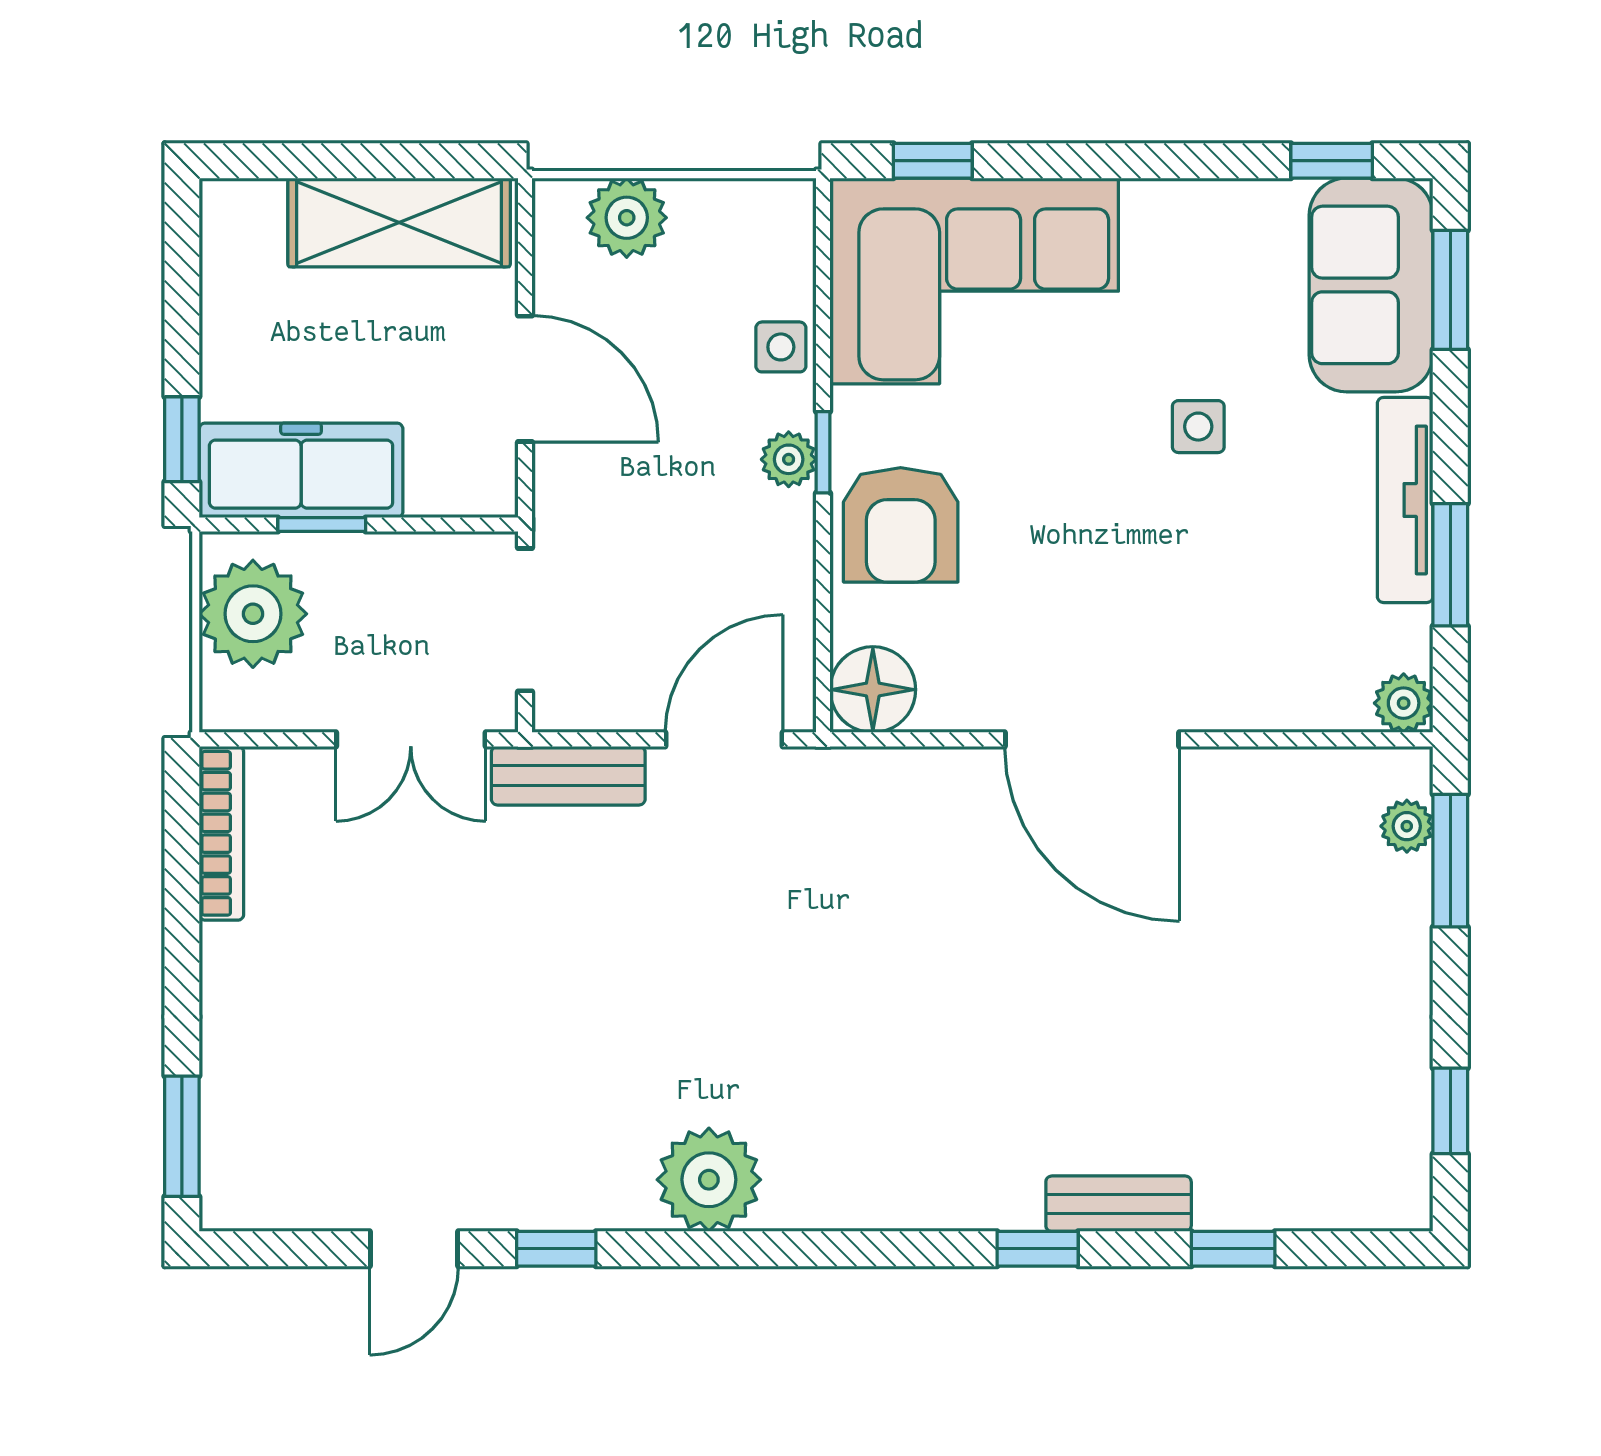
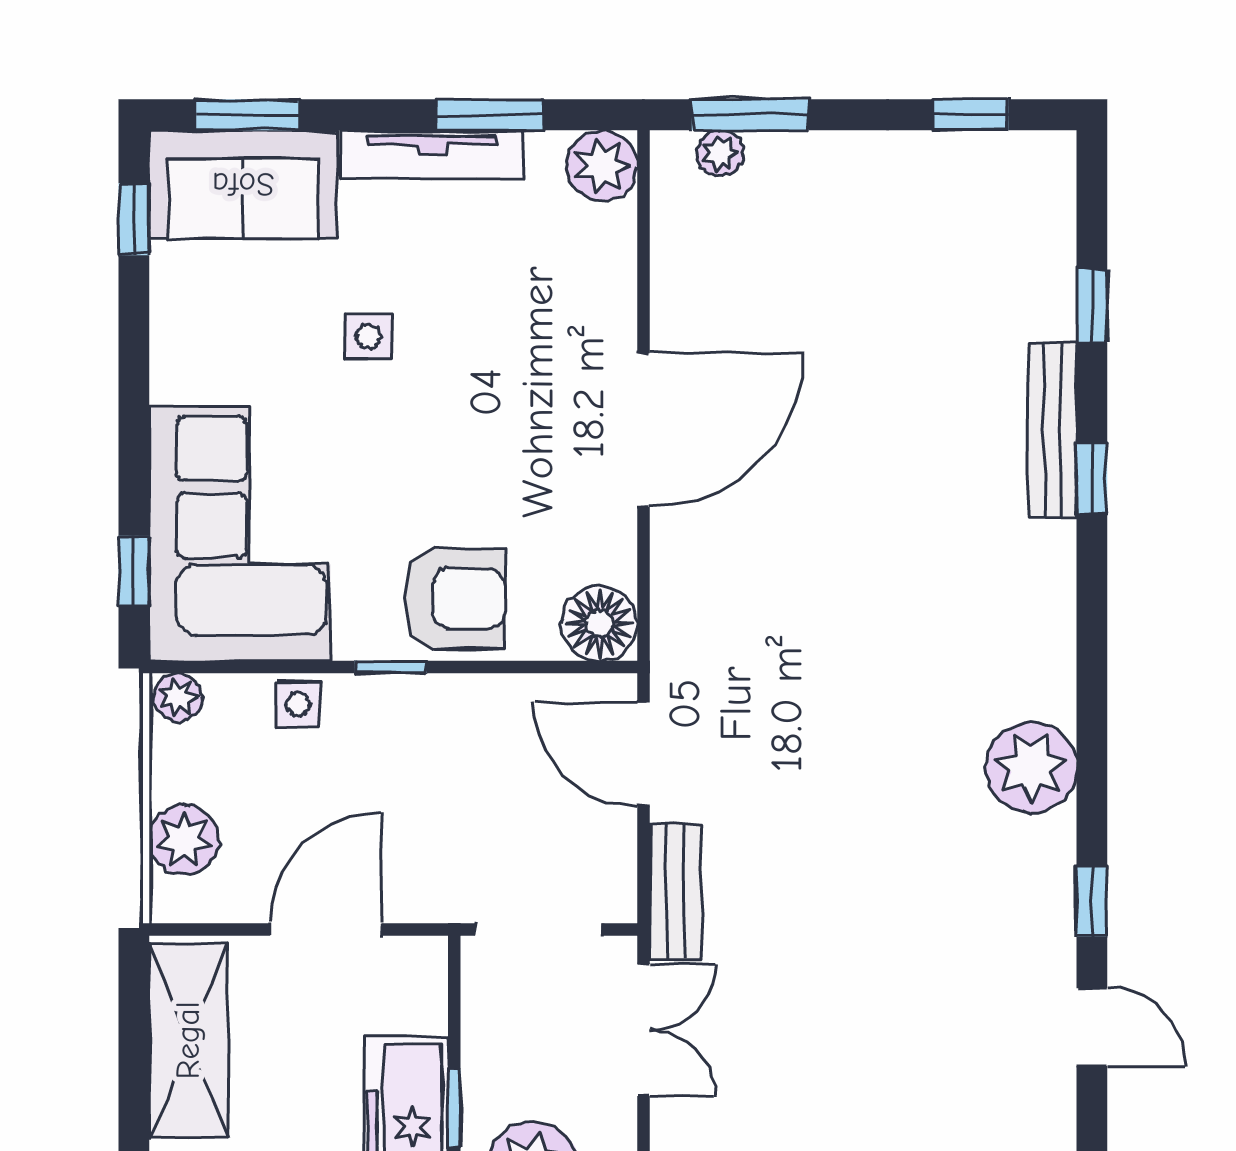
plant: (789, 459) -> (178, 697), moved
plant: (1404, 703) -> (602, 166), width x1.38, depth x1.38
bench: (1119, 1204) -> (1052, 430), width x1.36

